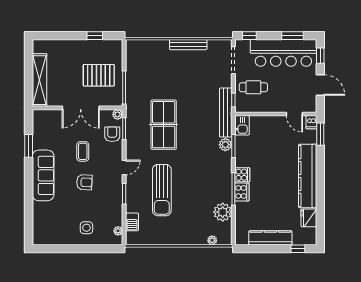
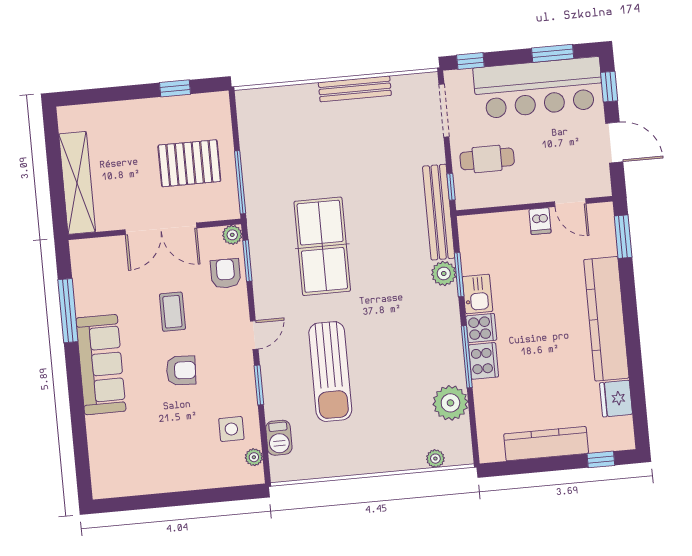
dishwasher: (311, 122) -> (540, 221), moved
kitchen sink: (242, 125) -> (477, 294), moved
window: (29, 146) -> (68, 311), width x1.44
side table: (86, 228) -> (231, 429), moved

